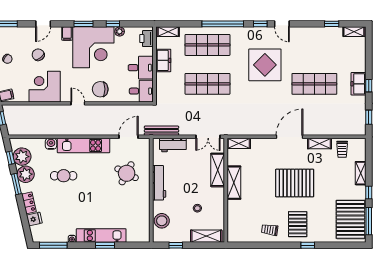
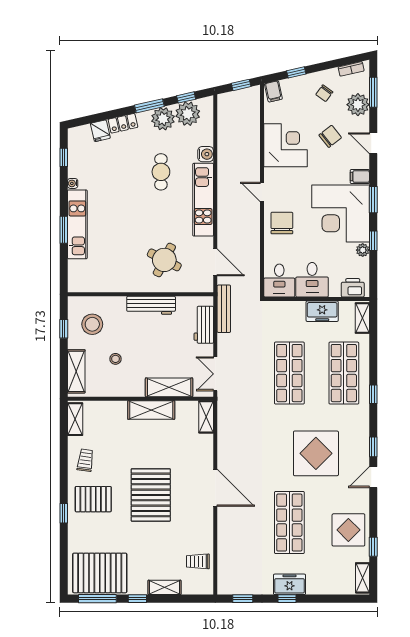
window: (223, 24) -> (373, 394), width x0.32
plant: (16, 35) -> (358, 105), added
display table: (320, 42) -> (348, 530), added
door: (78, 103) -> (262, 192), swing flipped
shelving: (319, 144) -> (75, 419), moved
stool: (162, 221) -> (92, 324), moved
window: (53, 245) -> (64, 157), width x0.46

